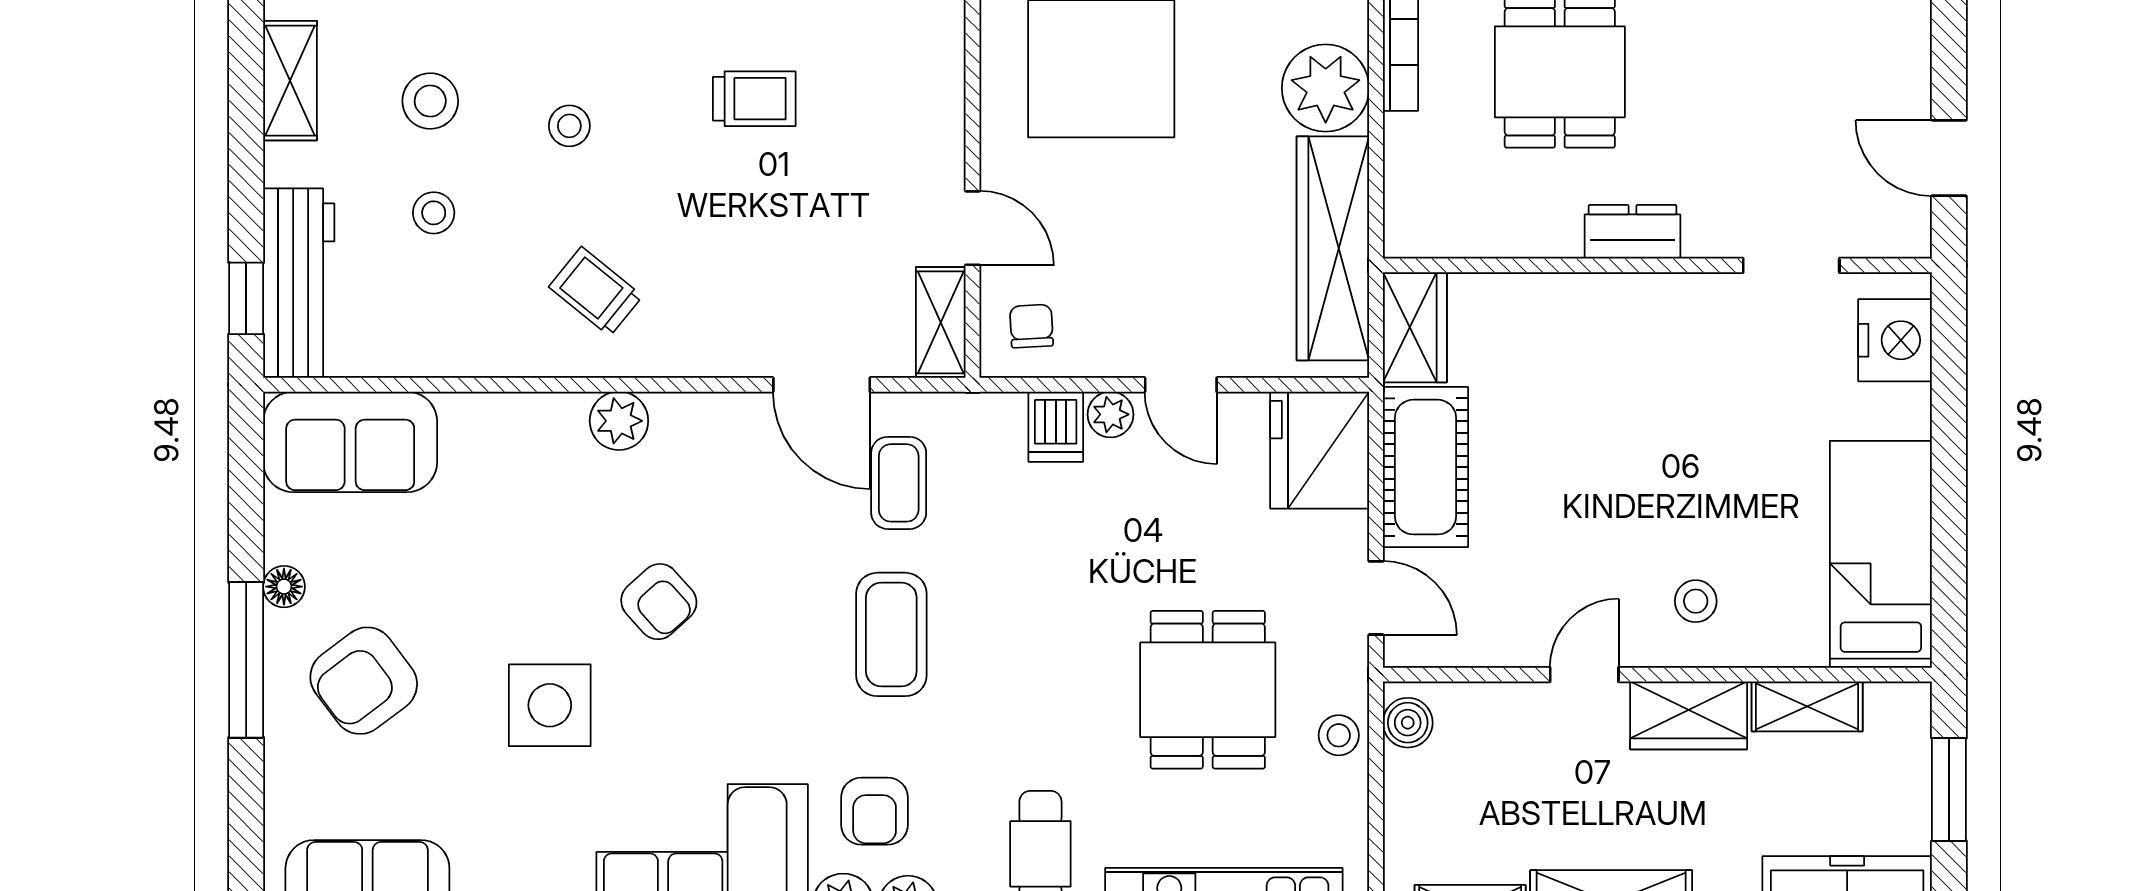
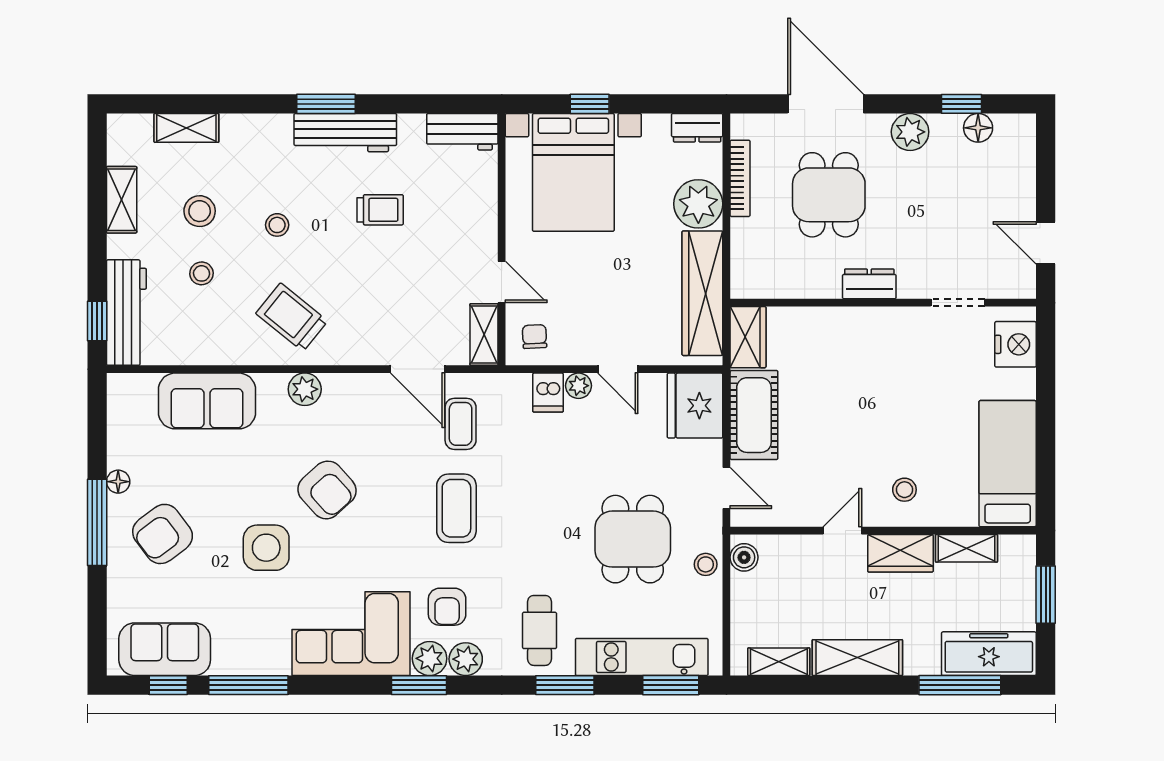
trolley: (596, 292) -> (292, 317), width x1.36, depth x1.39
sofa: (350, 442) -> (207, 401), moved
armchair: (659, 602) -> (327, 490), width x1.38, depth x1.38

